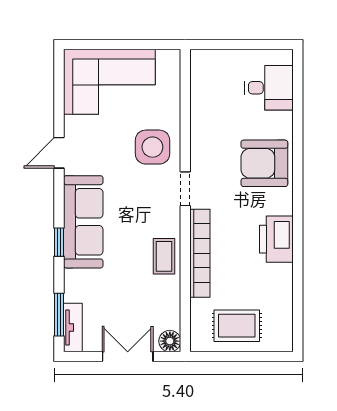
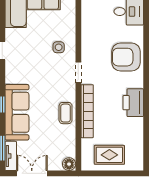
side table: (152, 147) -> (59, 47), width x0.54, depth x0.54
sofa: (83, 222) -> (17, 112), moved
double door: (128, 357) -> (32, 173), moved

